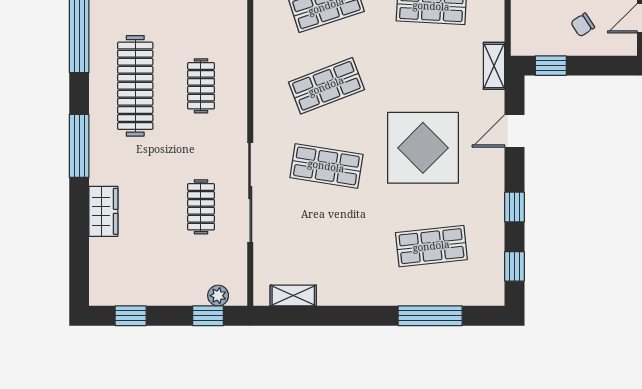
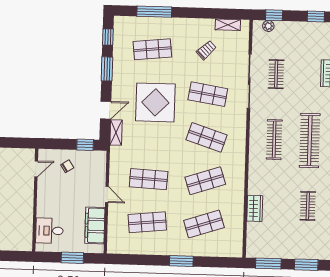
shelving: (494, 66) -> (116, 132), moved
clothes rail: (201, 86) -> (274, 139), width x1.36
shop shelf: (326, 86) -> (206, 137), turned 39
window: (514, 207) -> (107, 69), width x1.50
trolley: (332, 248) -> (206, 50), added

